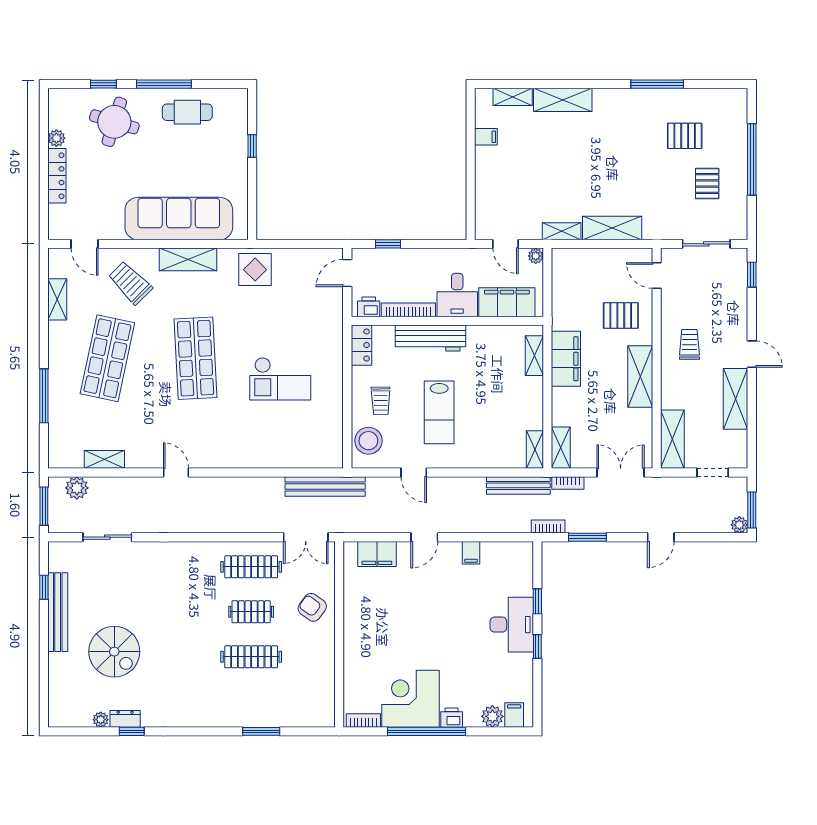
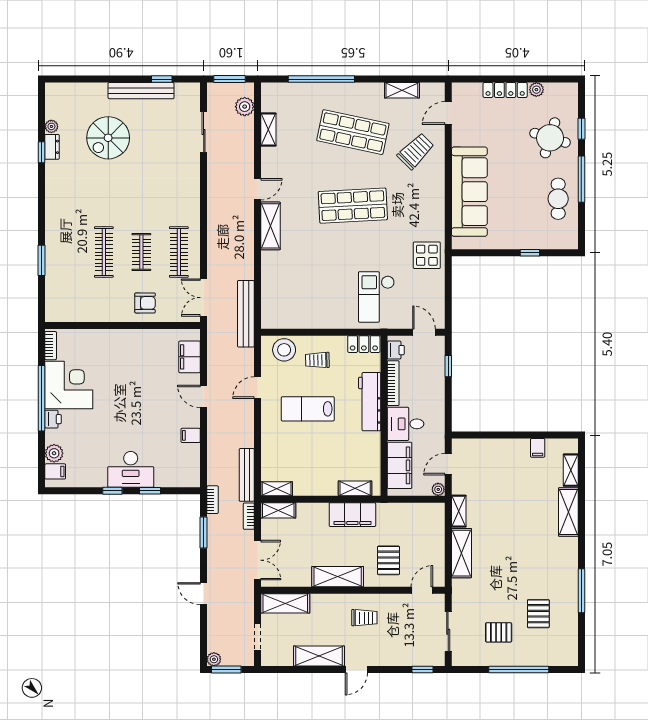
shelving: (188, 259) -> (270, 226), moved
checkout: (280, 379) -> (376, 297), moved
window: (44, 396) -> (321, 79), width x1.46
armchair: (312, 607) -> (145, 303), turned 54

